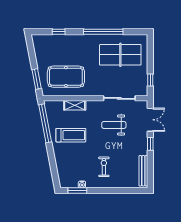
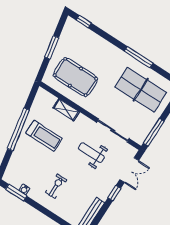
window: (59, 32) -> (84, 22), moved
window: (103, 32) -> (139, 57), width x0.68
window: (37, 79) -> (52, 47), moved
window: (150, 80) -> (154, 132), width x2.17
window: (45, 123) -> (18, 129), moved

